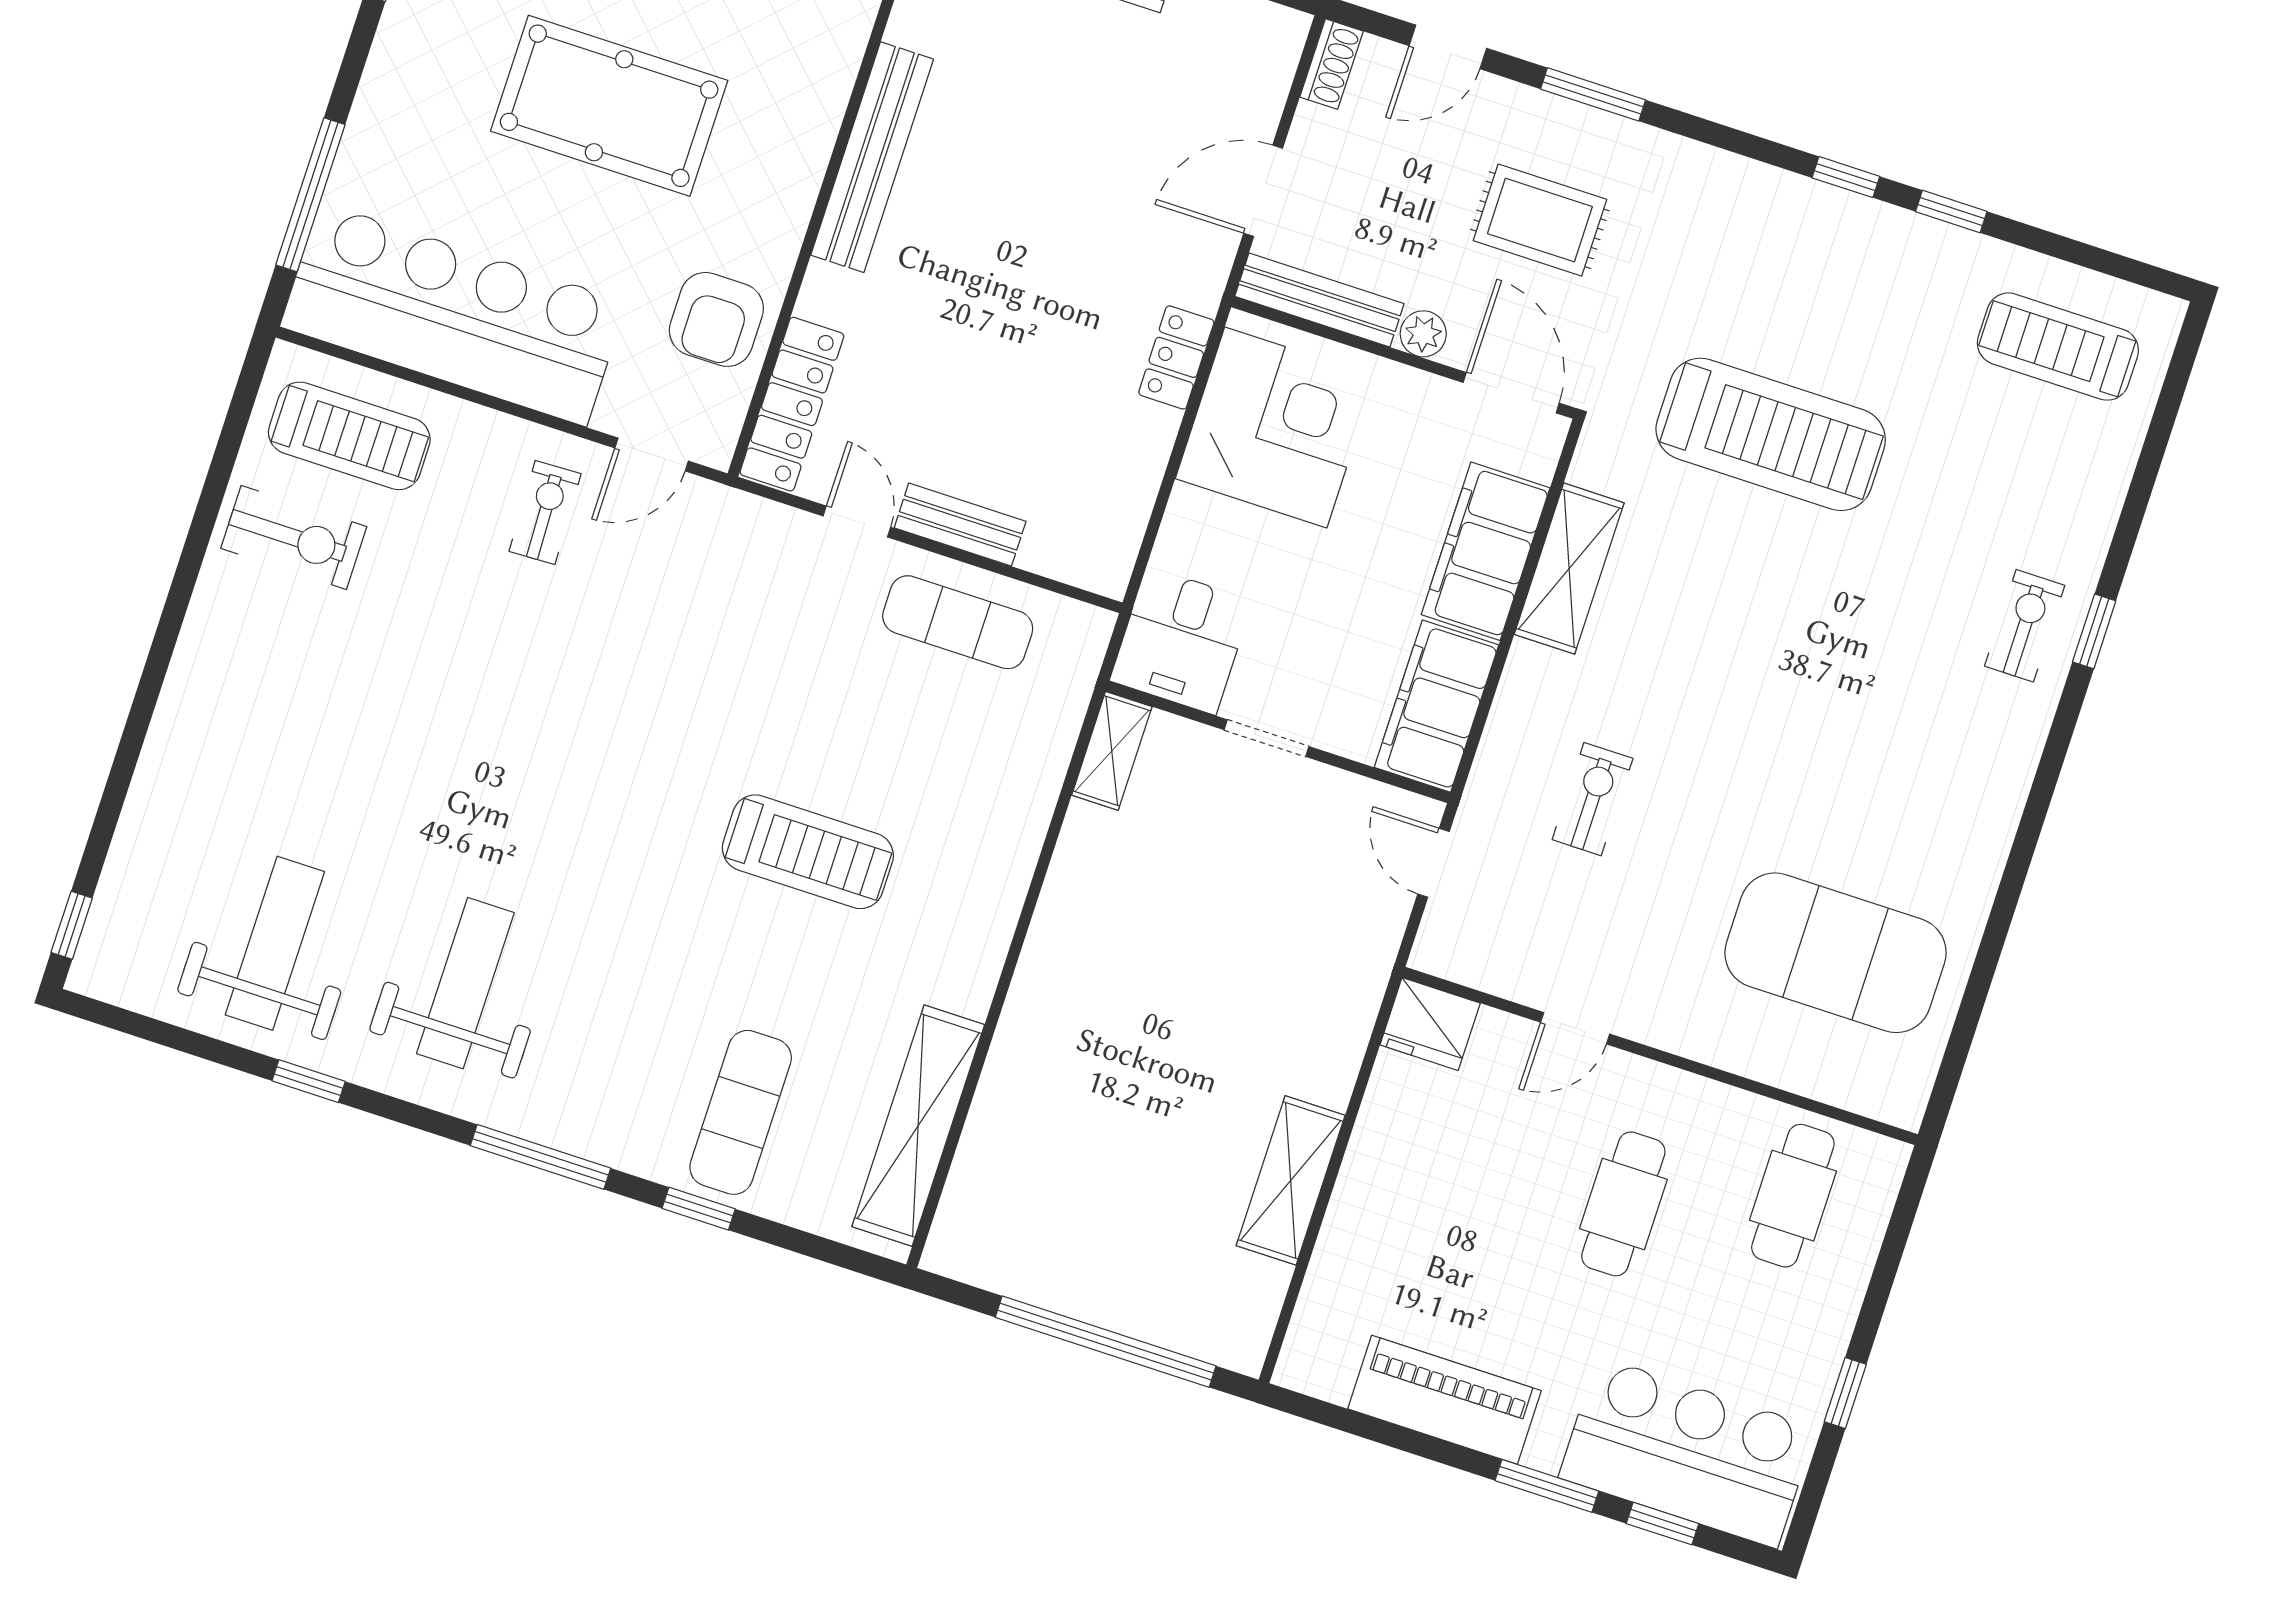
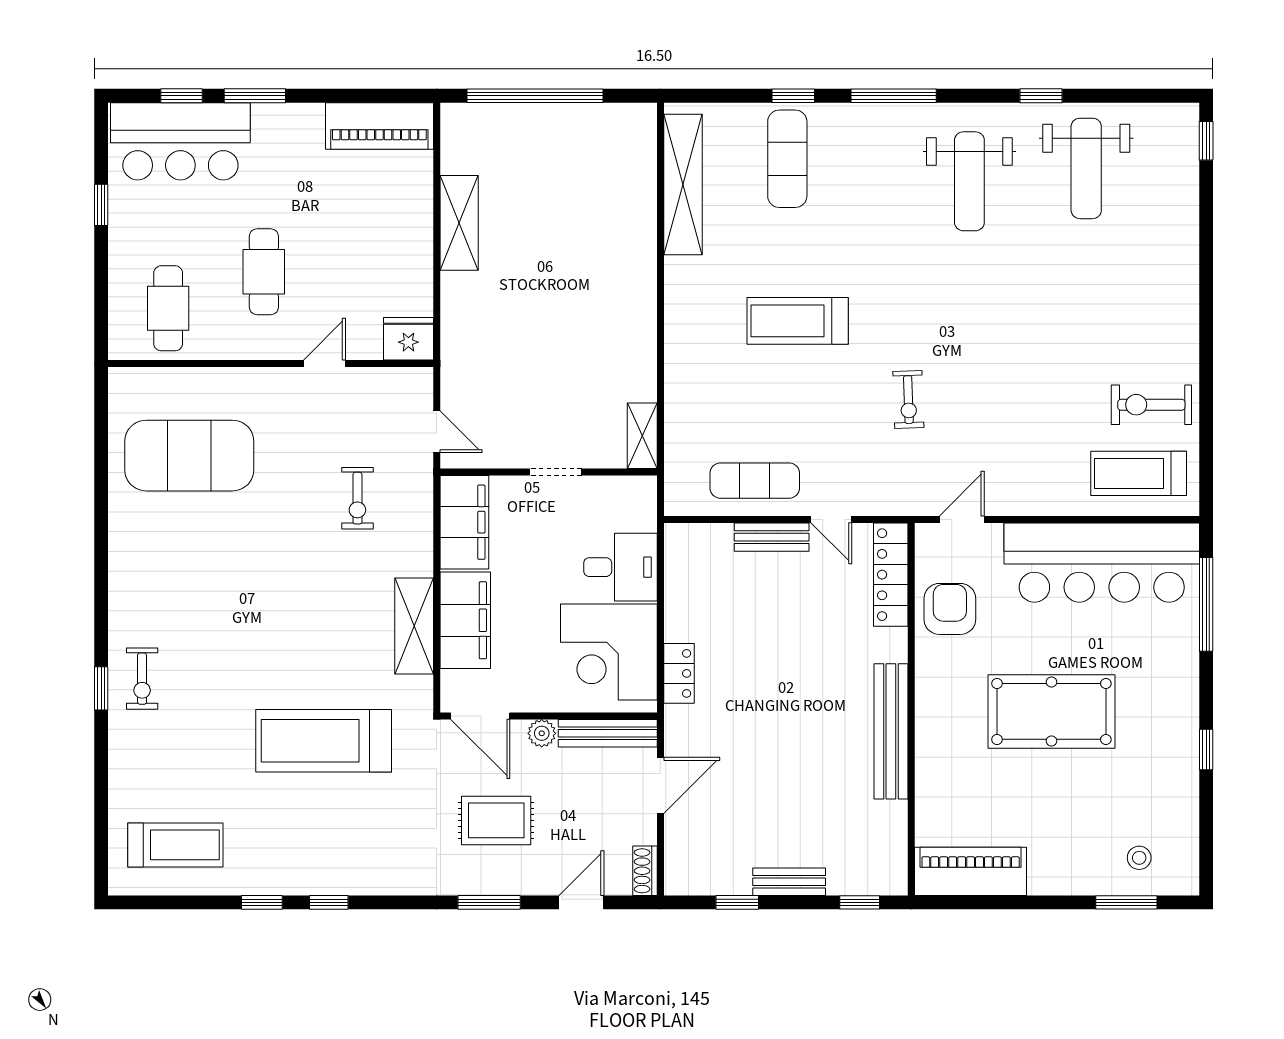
exercise bike: (545, 512) -> (908, 400), moved
desk: (1181, 641) -> (620, 567), moved, turned 90
piano: (1445, 1400) -> (379, 126), moved

